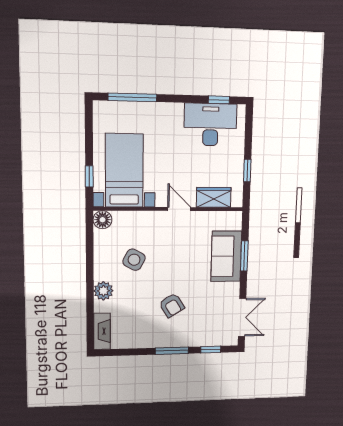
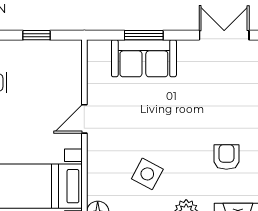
wardrobe: (214, 197) -> (70, 76), removed
armchair: (172, 305) -> (226, 157), moved, turned -58

